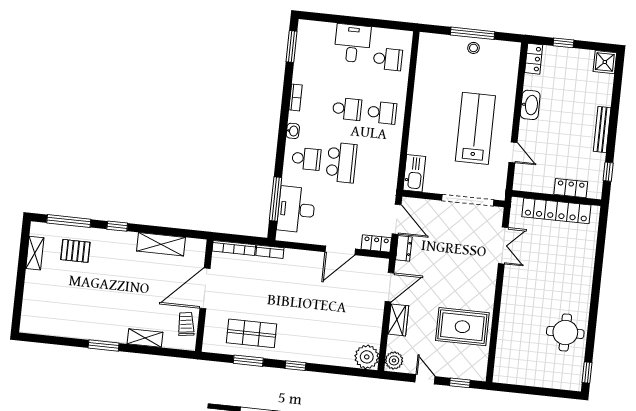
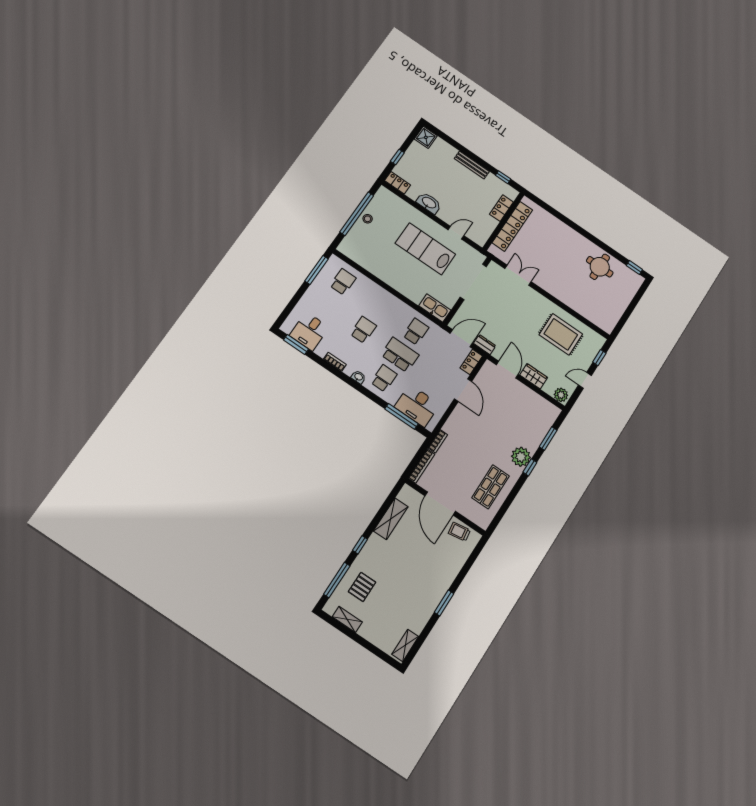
window: (385, 24) -> (316, 270), added
window: (473, 33) -> (357, 214), width x1.46
desk: (353, 43) -> (309, 331), moved, turned -90
school desk: (382, 113) -> (416, 332), moved
rug: (462, 327) -> (561, 334), turned 90
shelving: (145, 338) -> (405, 645), moved
plant: (367, 357) -> (521, 457), moved
window: (248, 361) -> (548, 438), moved

